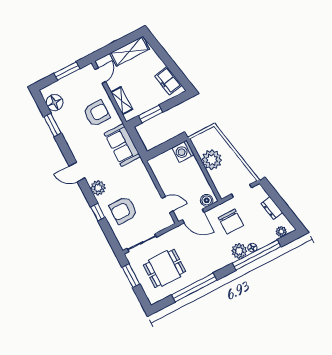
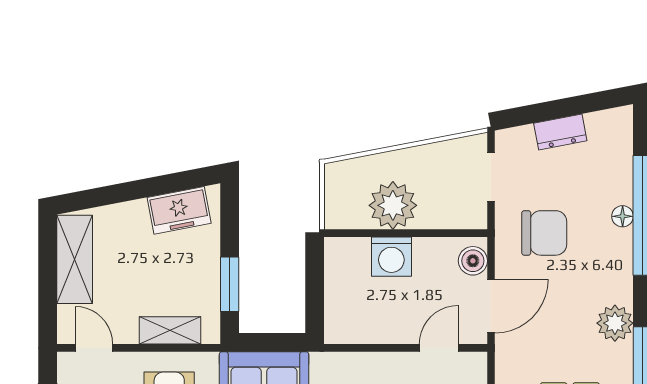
washing machine: (183, 151) -> (391, 257), moved
plant: (281, 232) -> (620, 138), removed
plant: (239, 251) -> (615, 323), moved

